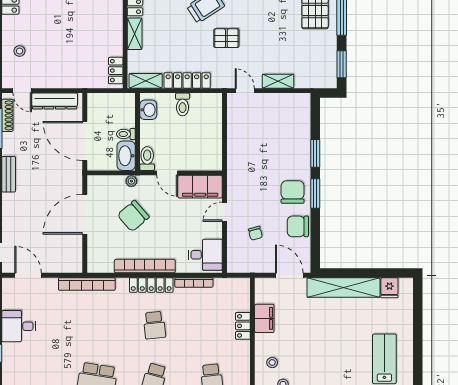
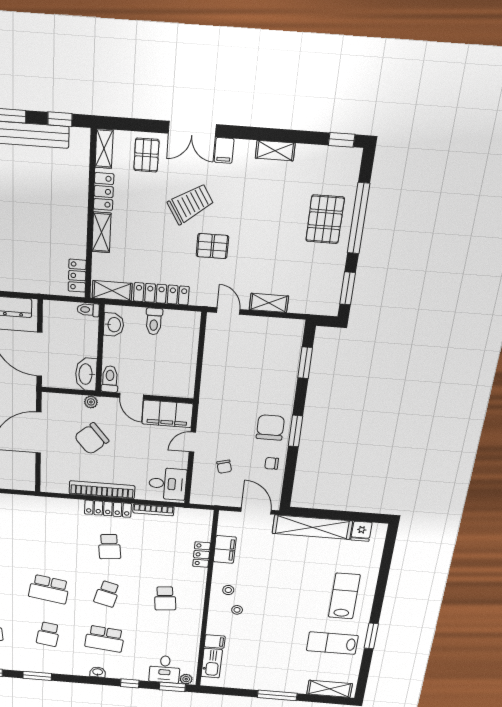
toilet: (126, 134) -> (88, 310), moved
window: (315, 153) -> (305, 363), moved
chair: (298, 226) -> (272, 463), width x0.54, depth x0.54
bookcase: (87, 284) -> (40, 502), removed

